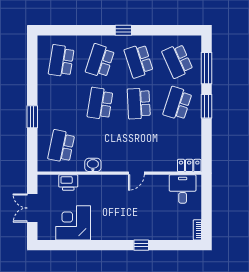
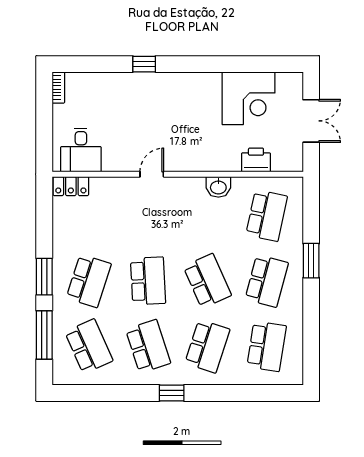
school desk: (61, 104) -> (267, 281), added
school desk: (100, 104) -> (207, 281), turned -33

